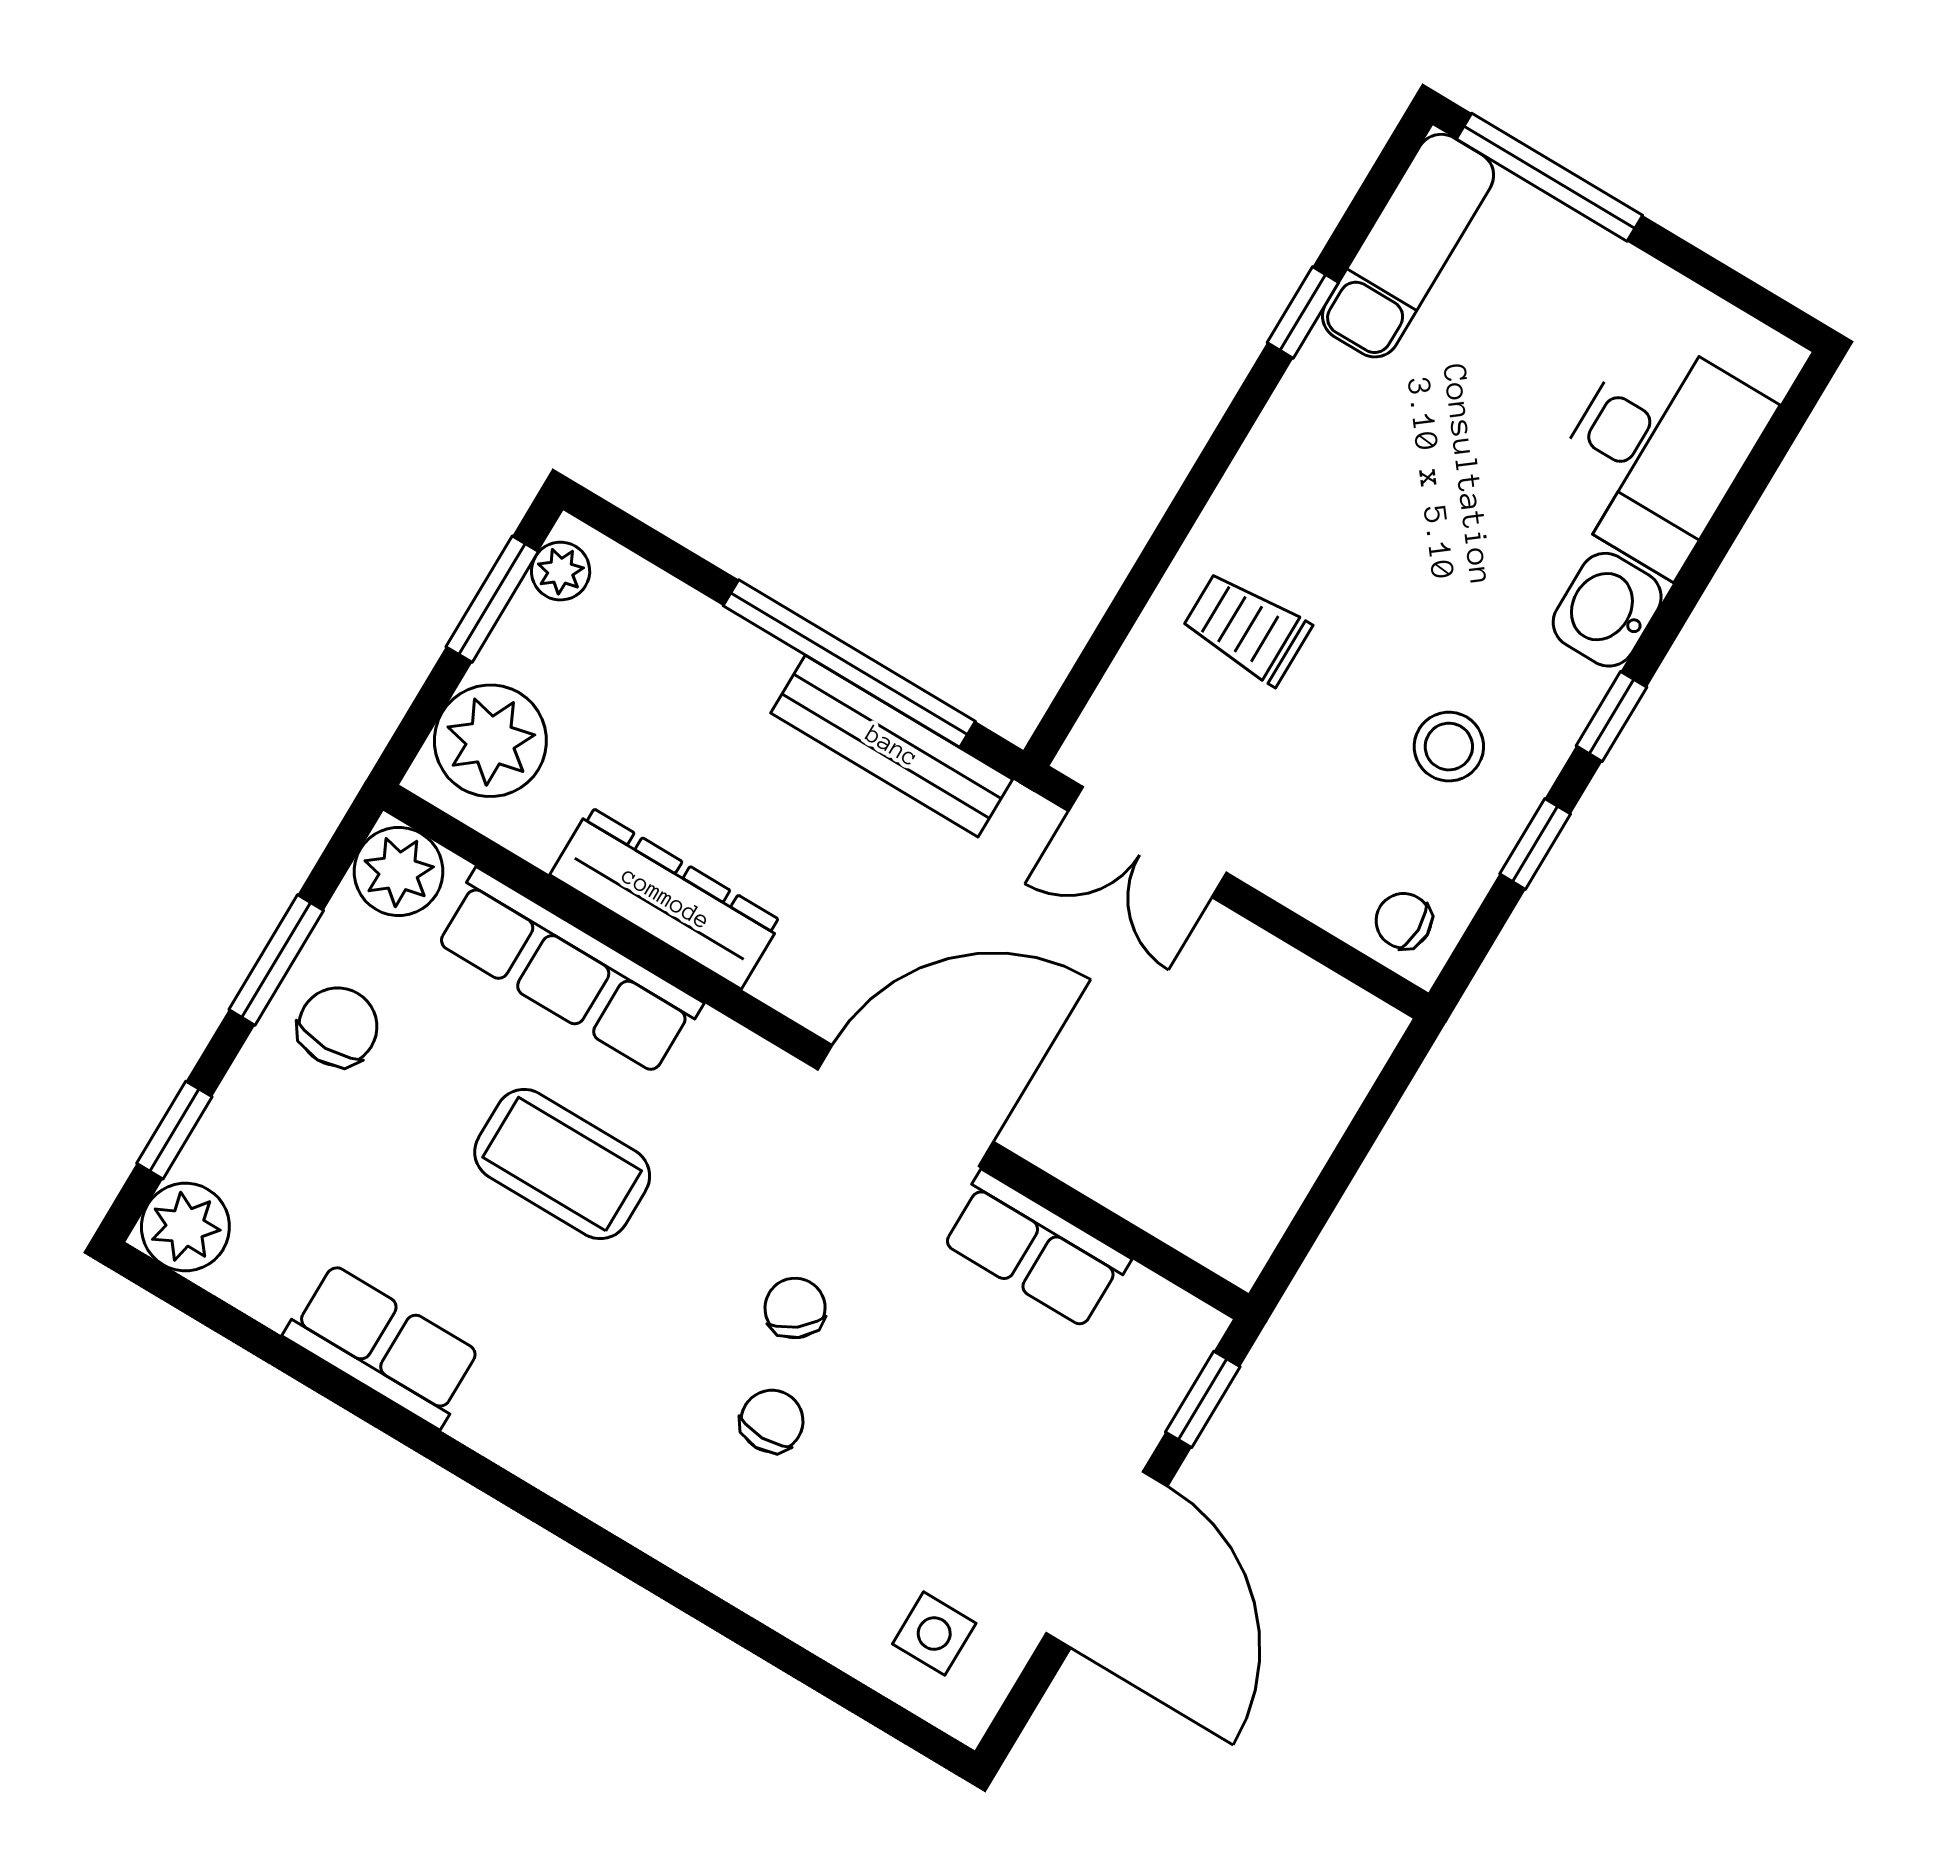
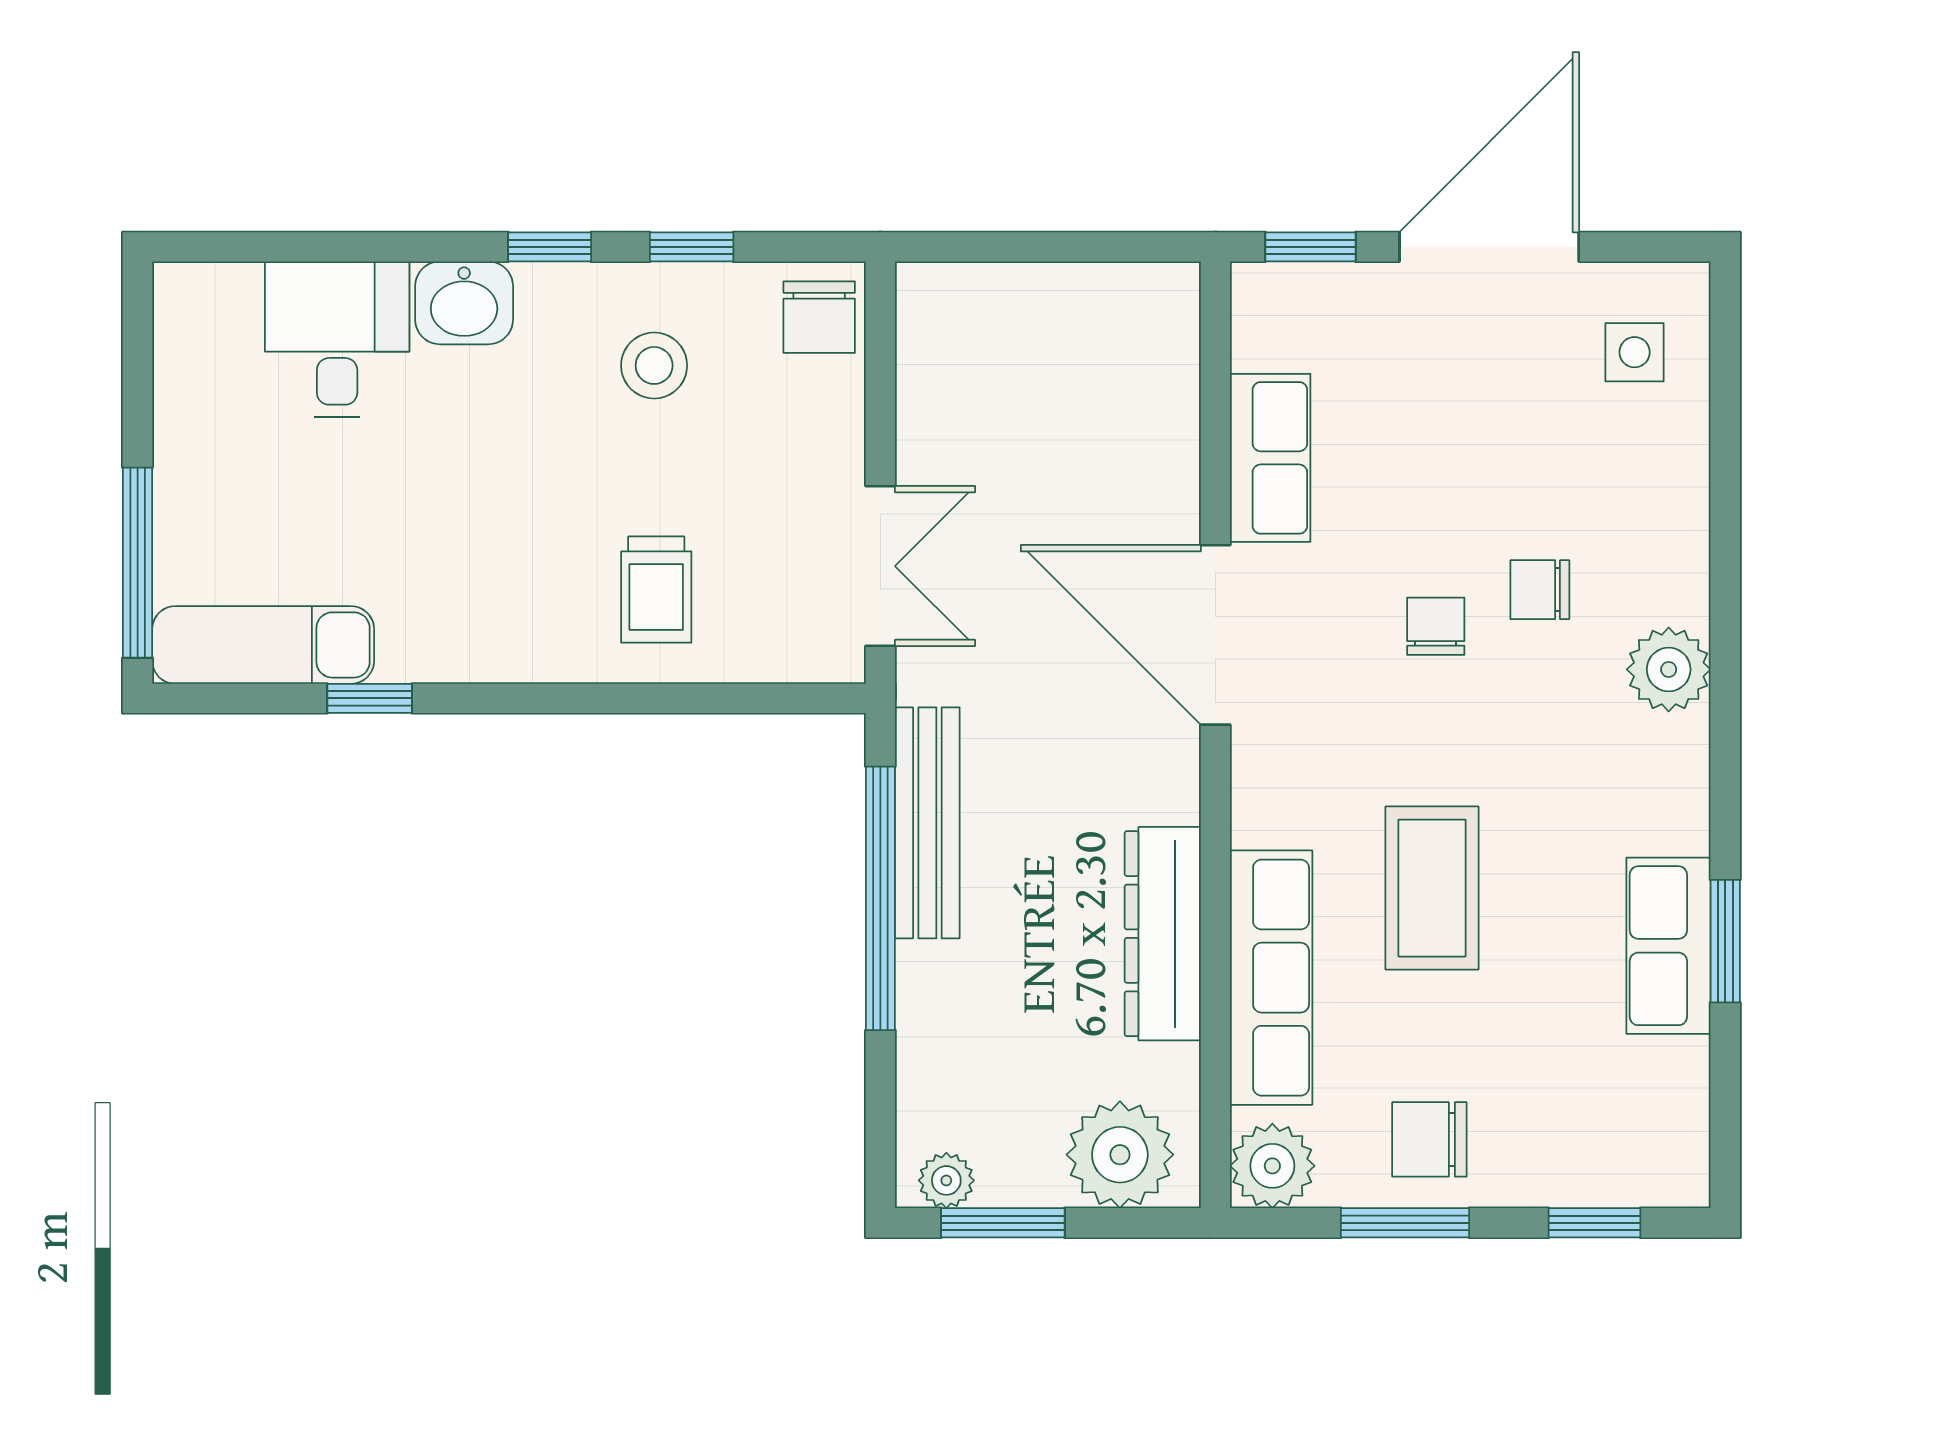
desk: (1657, 452) -> (337, 339), width x0.73
chair: (1404, 921) -> (819, 317), width x1.37, depth x1.37
plant: (185, 1227) -> (1669, 669), moved
chair: (795, 1308) -> (1436, 626), turned 128
window: (357, 1399) -> (1725, 941), added

